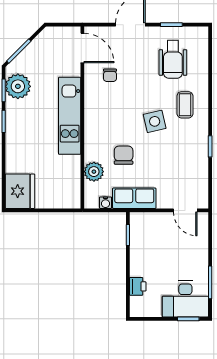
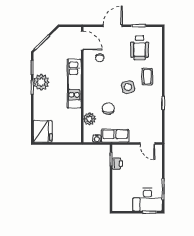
plant: (18, 86) -> (41, 82), moved
printer: (138, 286) -> (117, 164), moved

